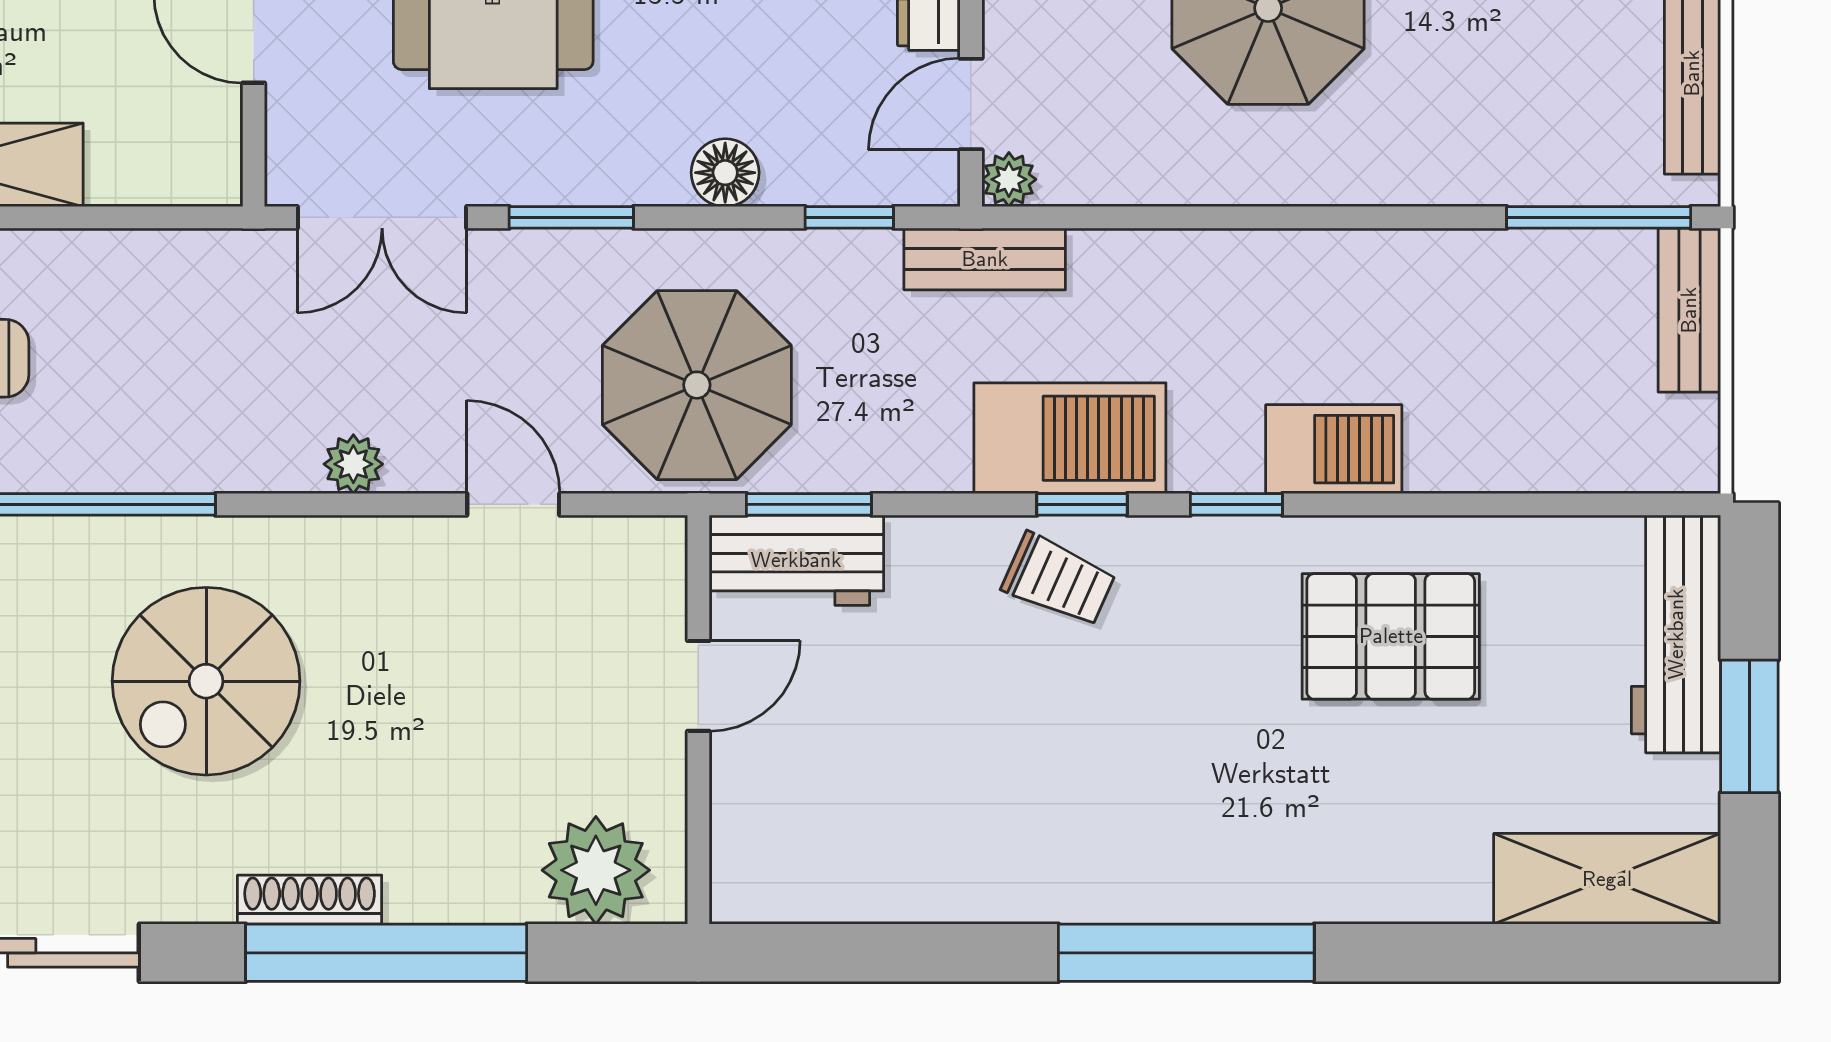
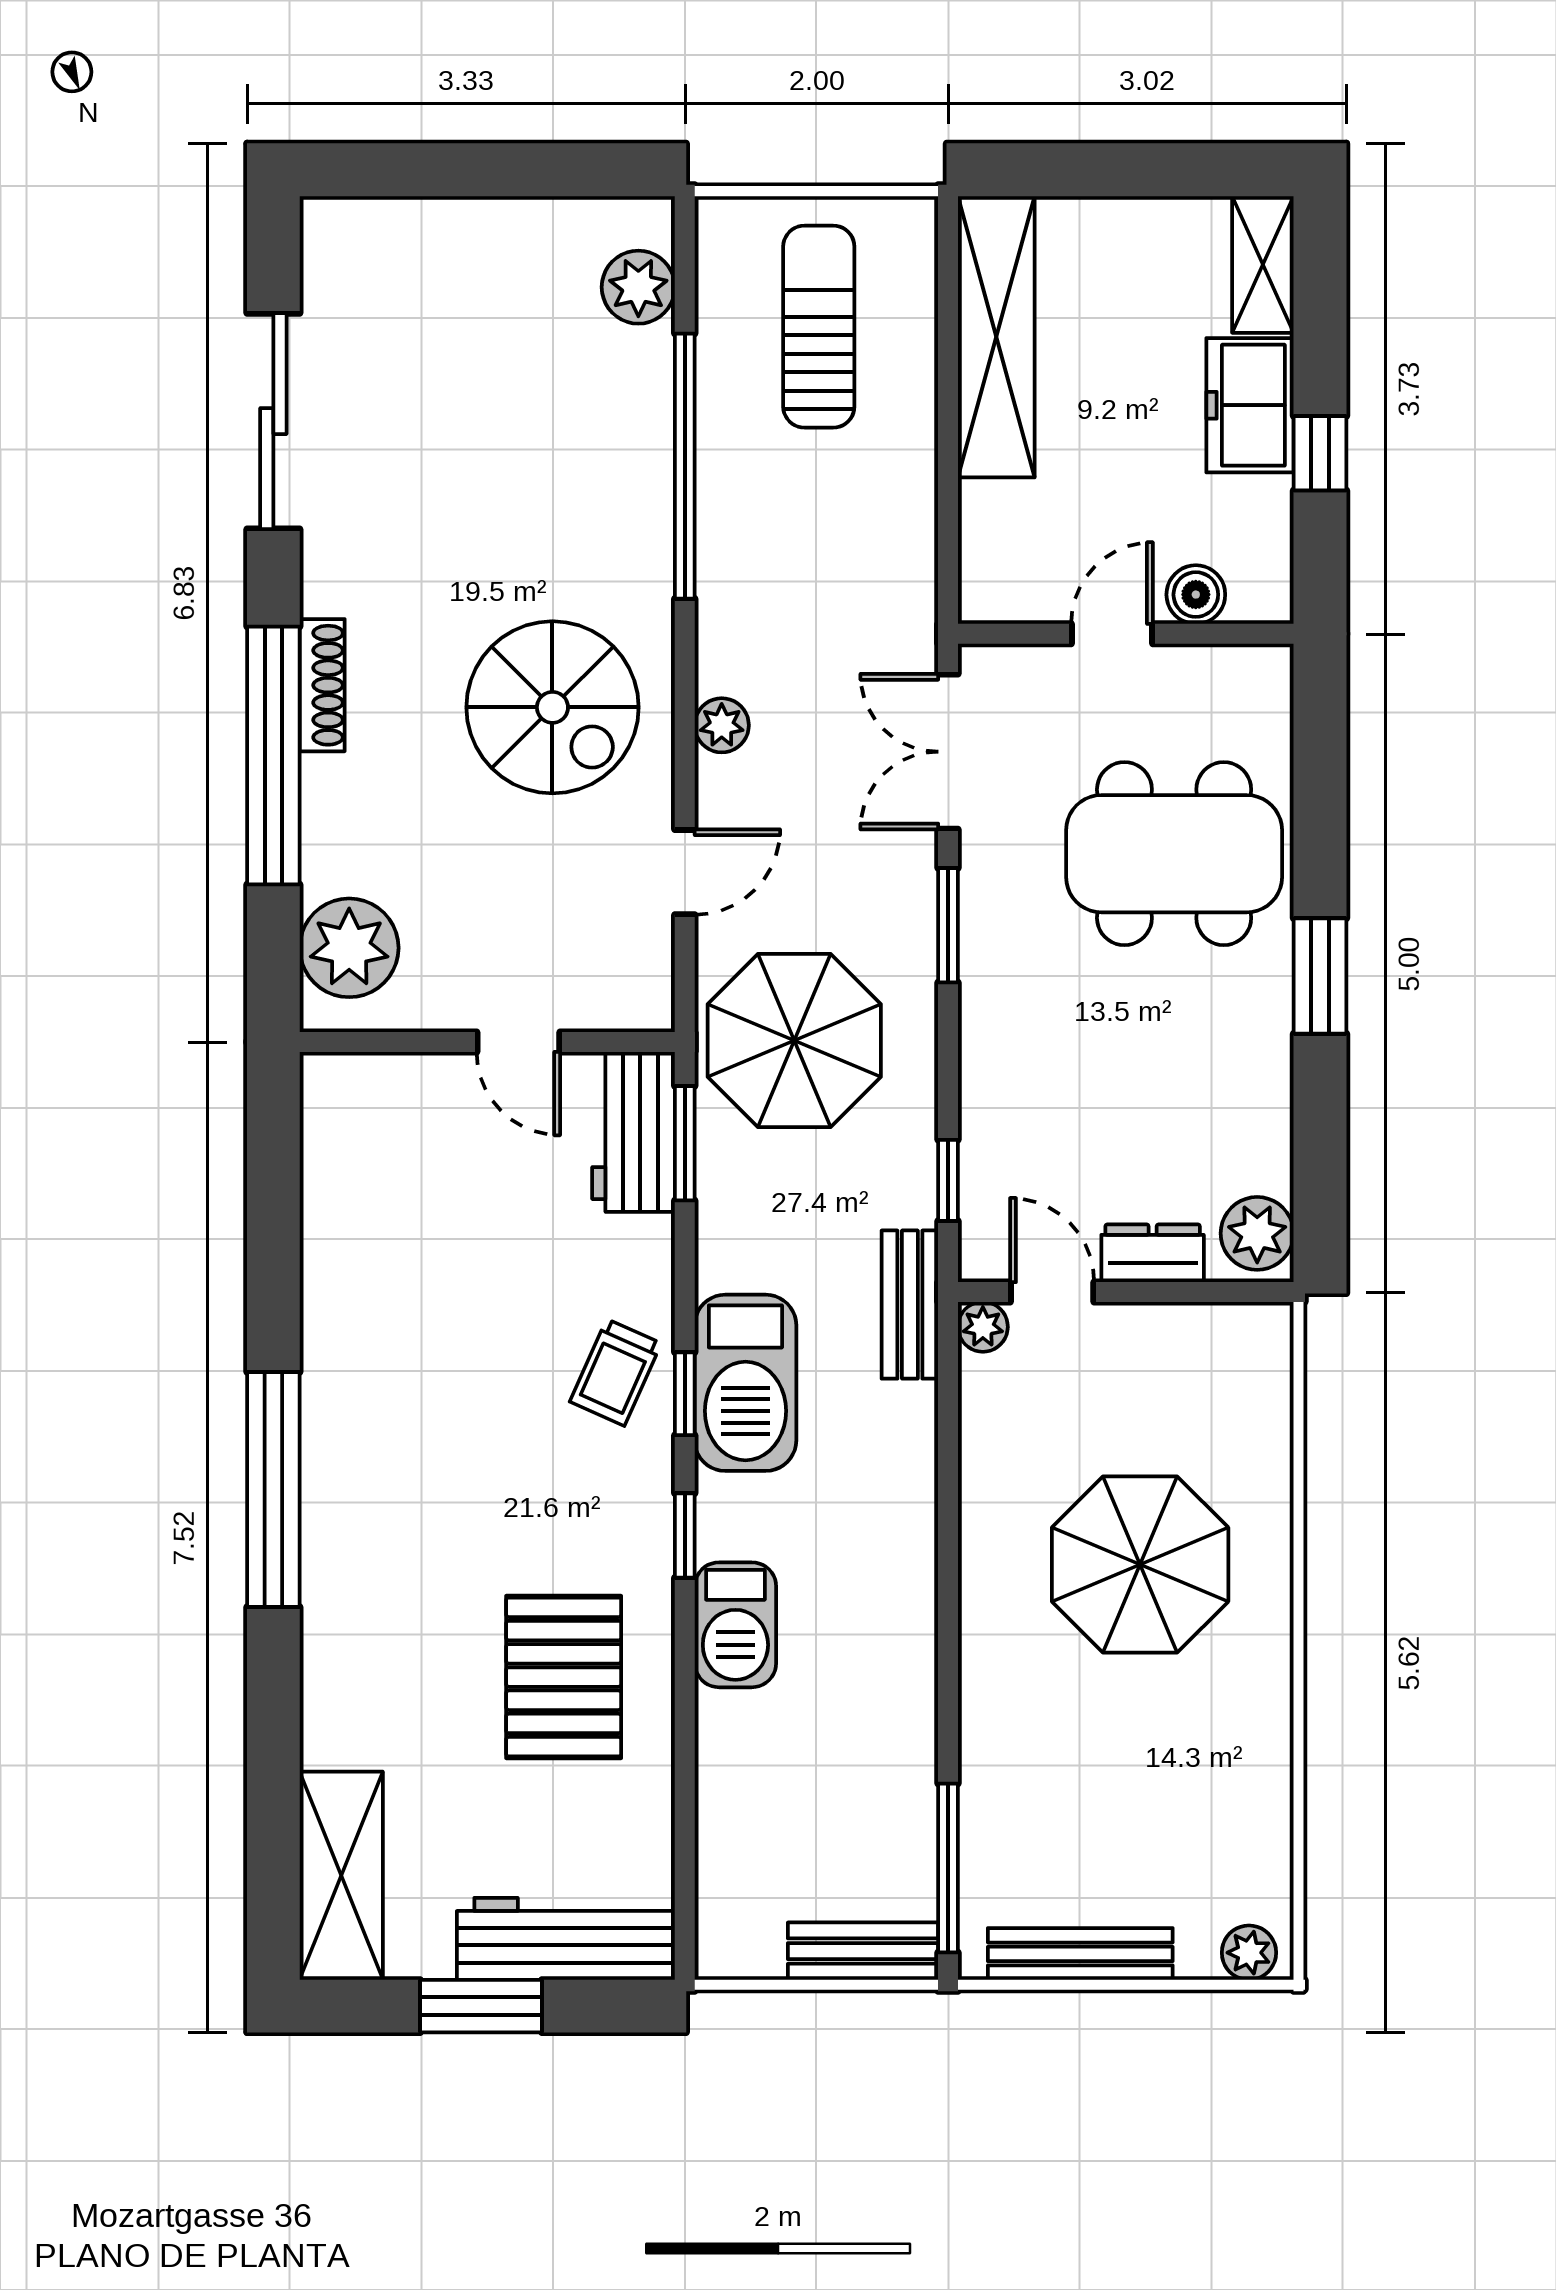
floor lamp: (725, 173) -> (989, 1066), removed
spiral stairs: (206, 681) -> (552, 707), moved, turned 180

